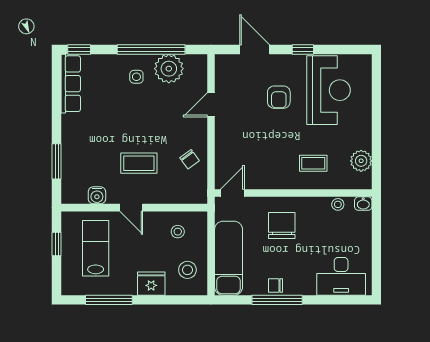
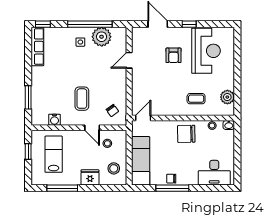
chair: (190, 159) -> (112, 110), moved
coffee table: (139, 163) -> (82, 99), turned 90
door: (131, 208) -> (92, 128), moved
chair: (282, 226) -> (186, 134), moved, turned -91

